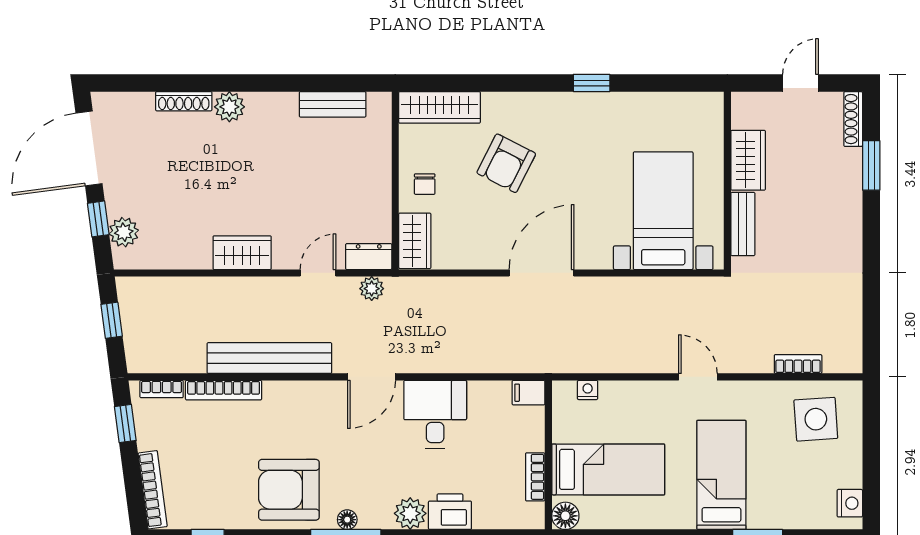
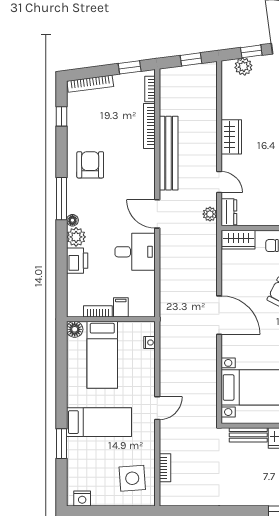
filing cabinet: (529, 393) -> (121, 307), moved
armchair: (289, 490) -> (90, 165), width x0.73, depth x0.73
floor lamp: (347, 520) -> (72, 220), moved

